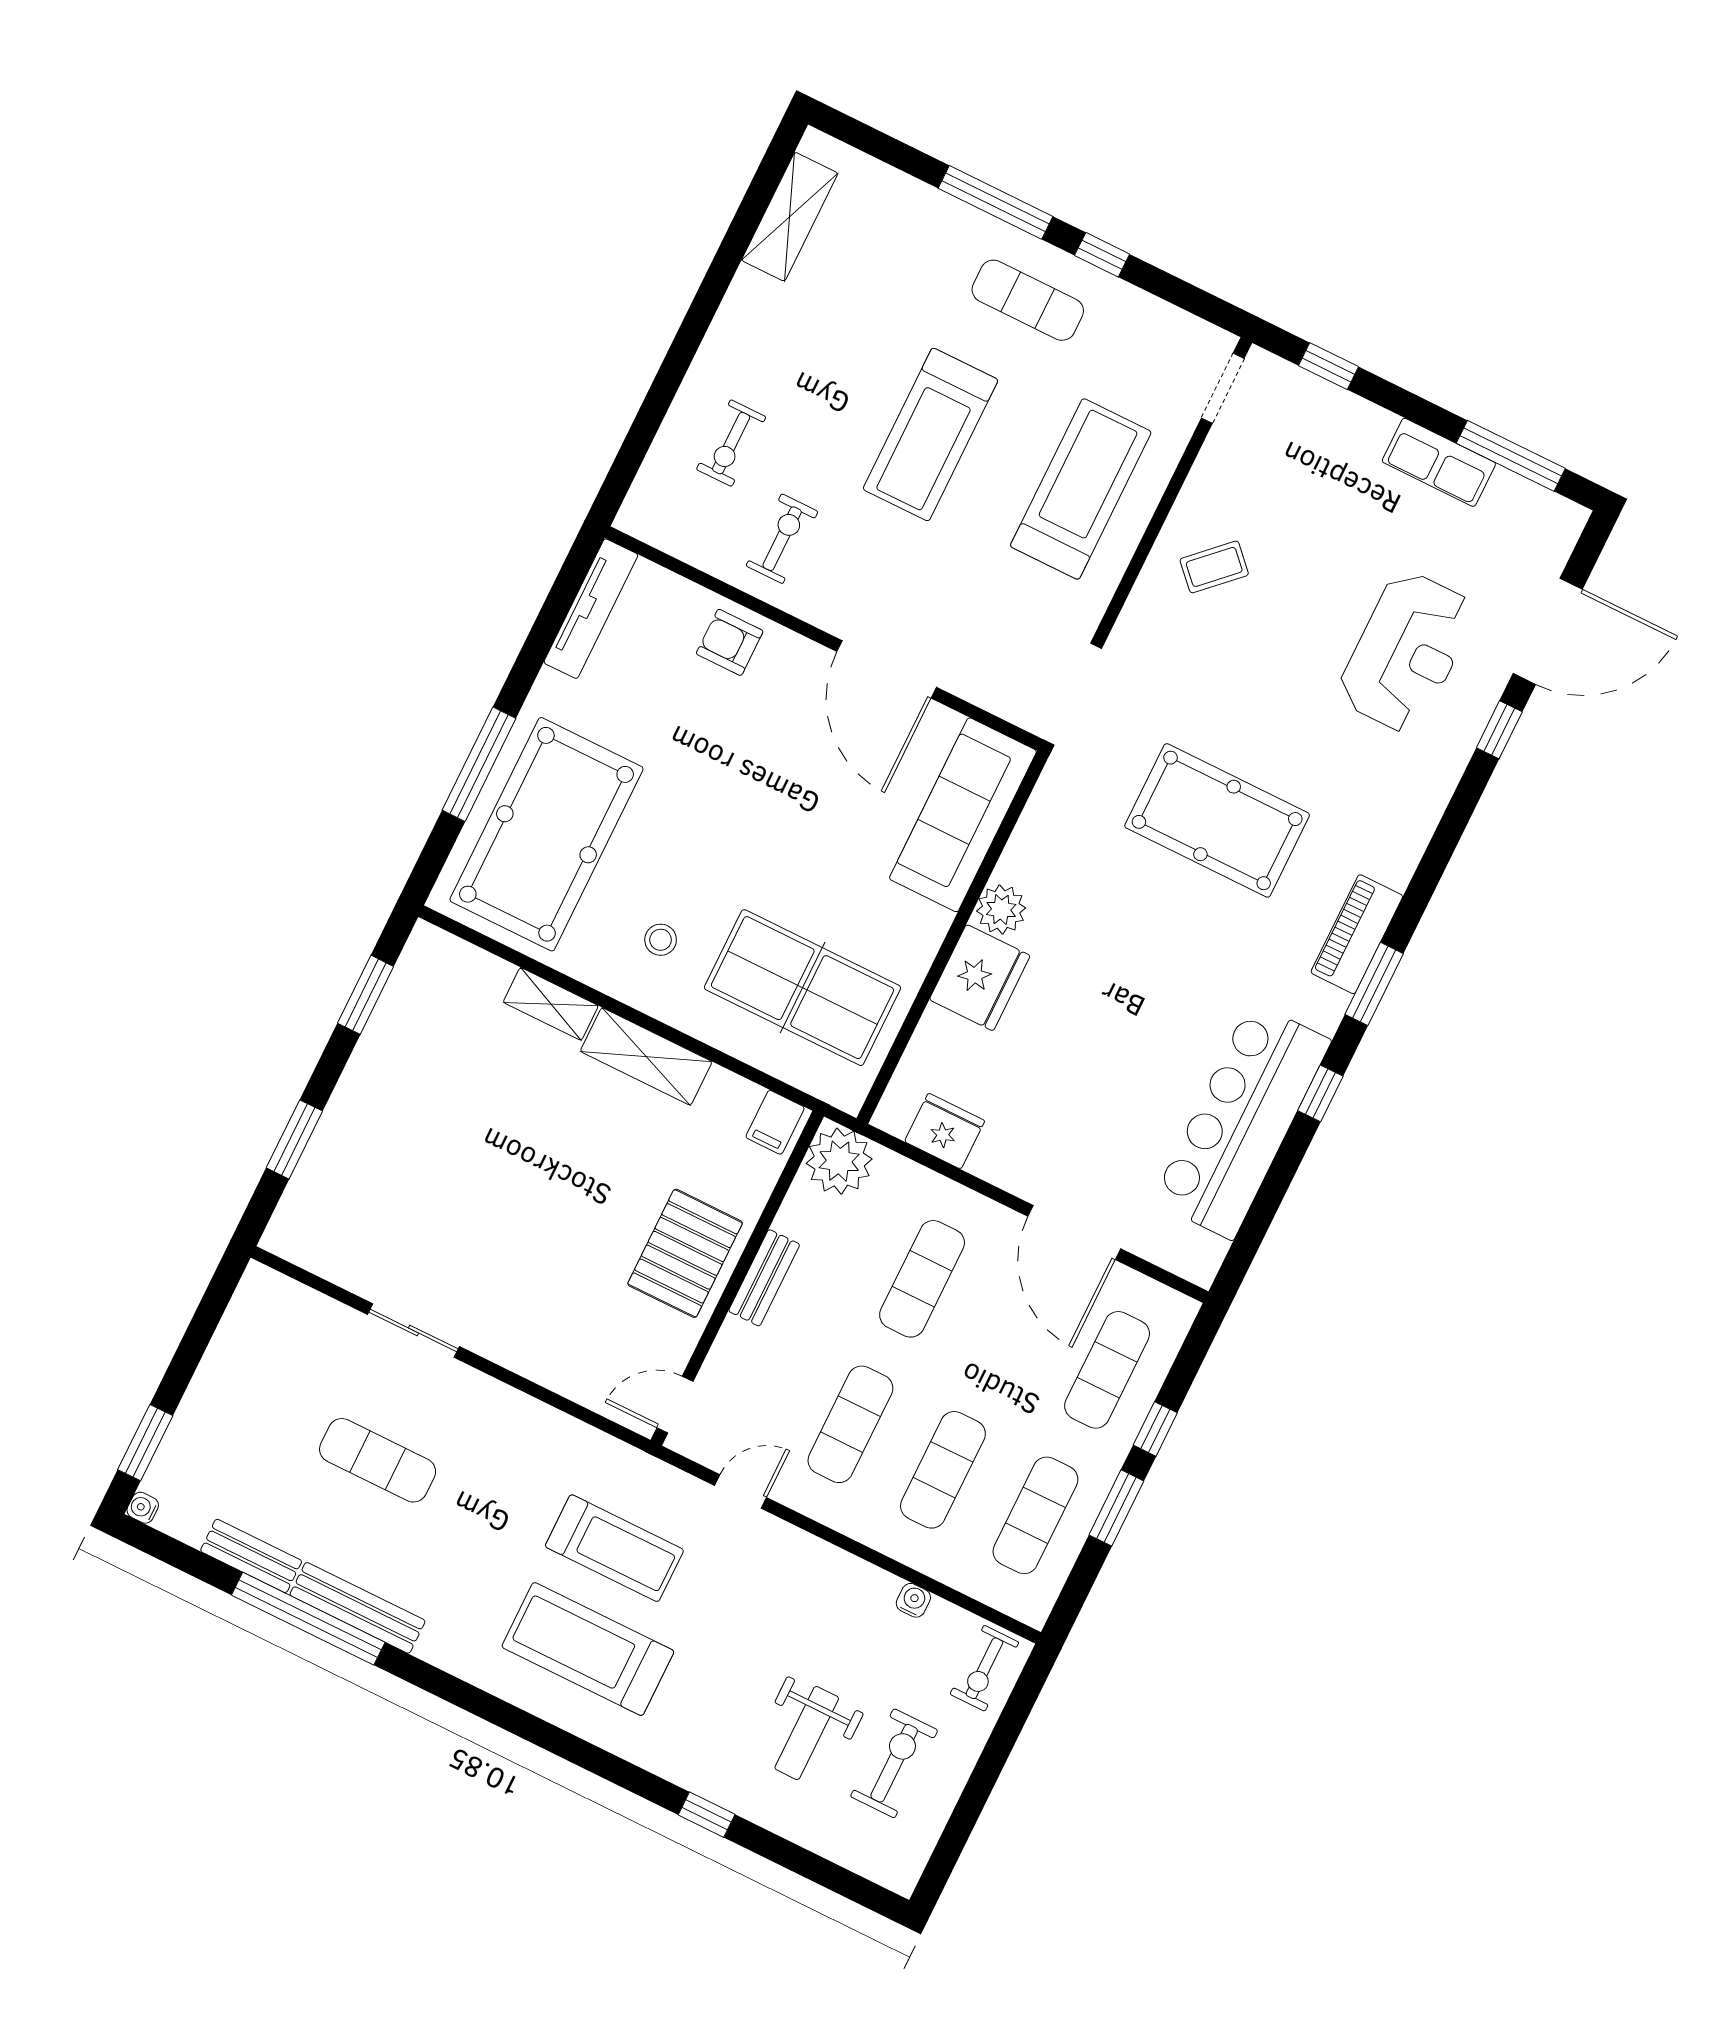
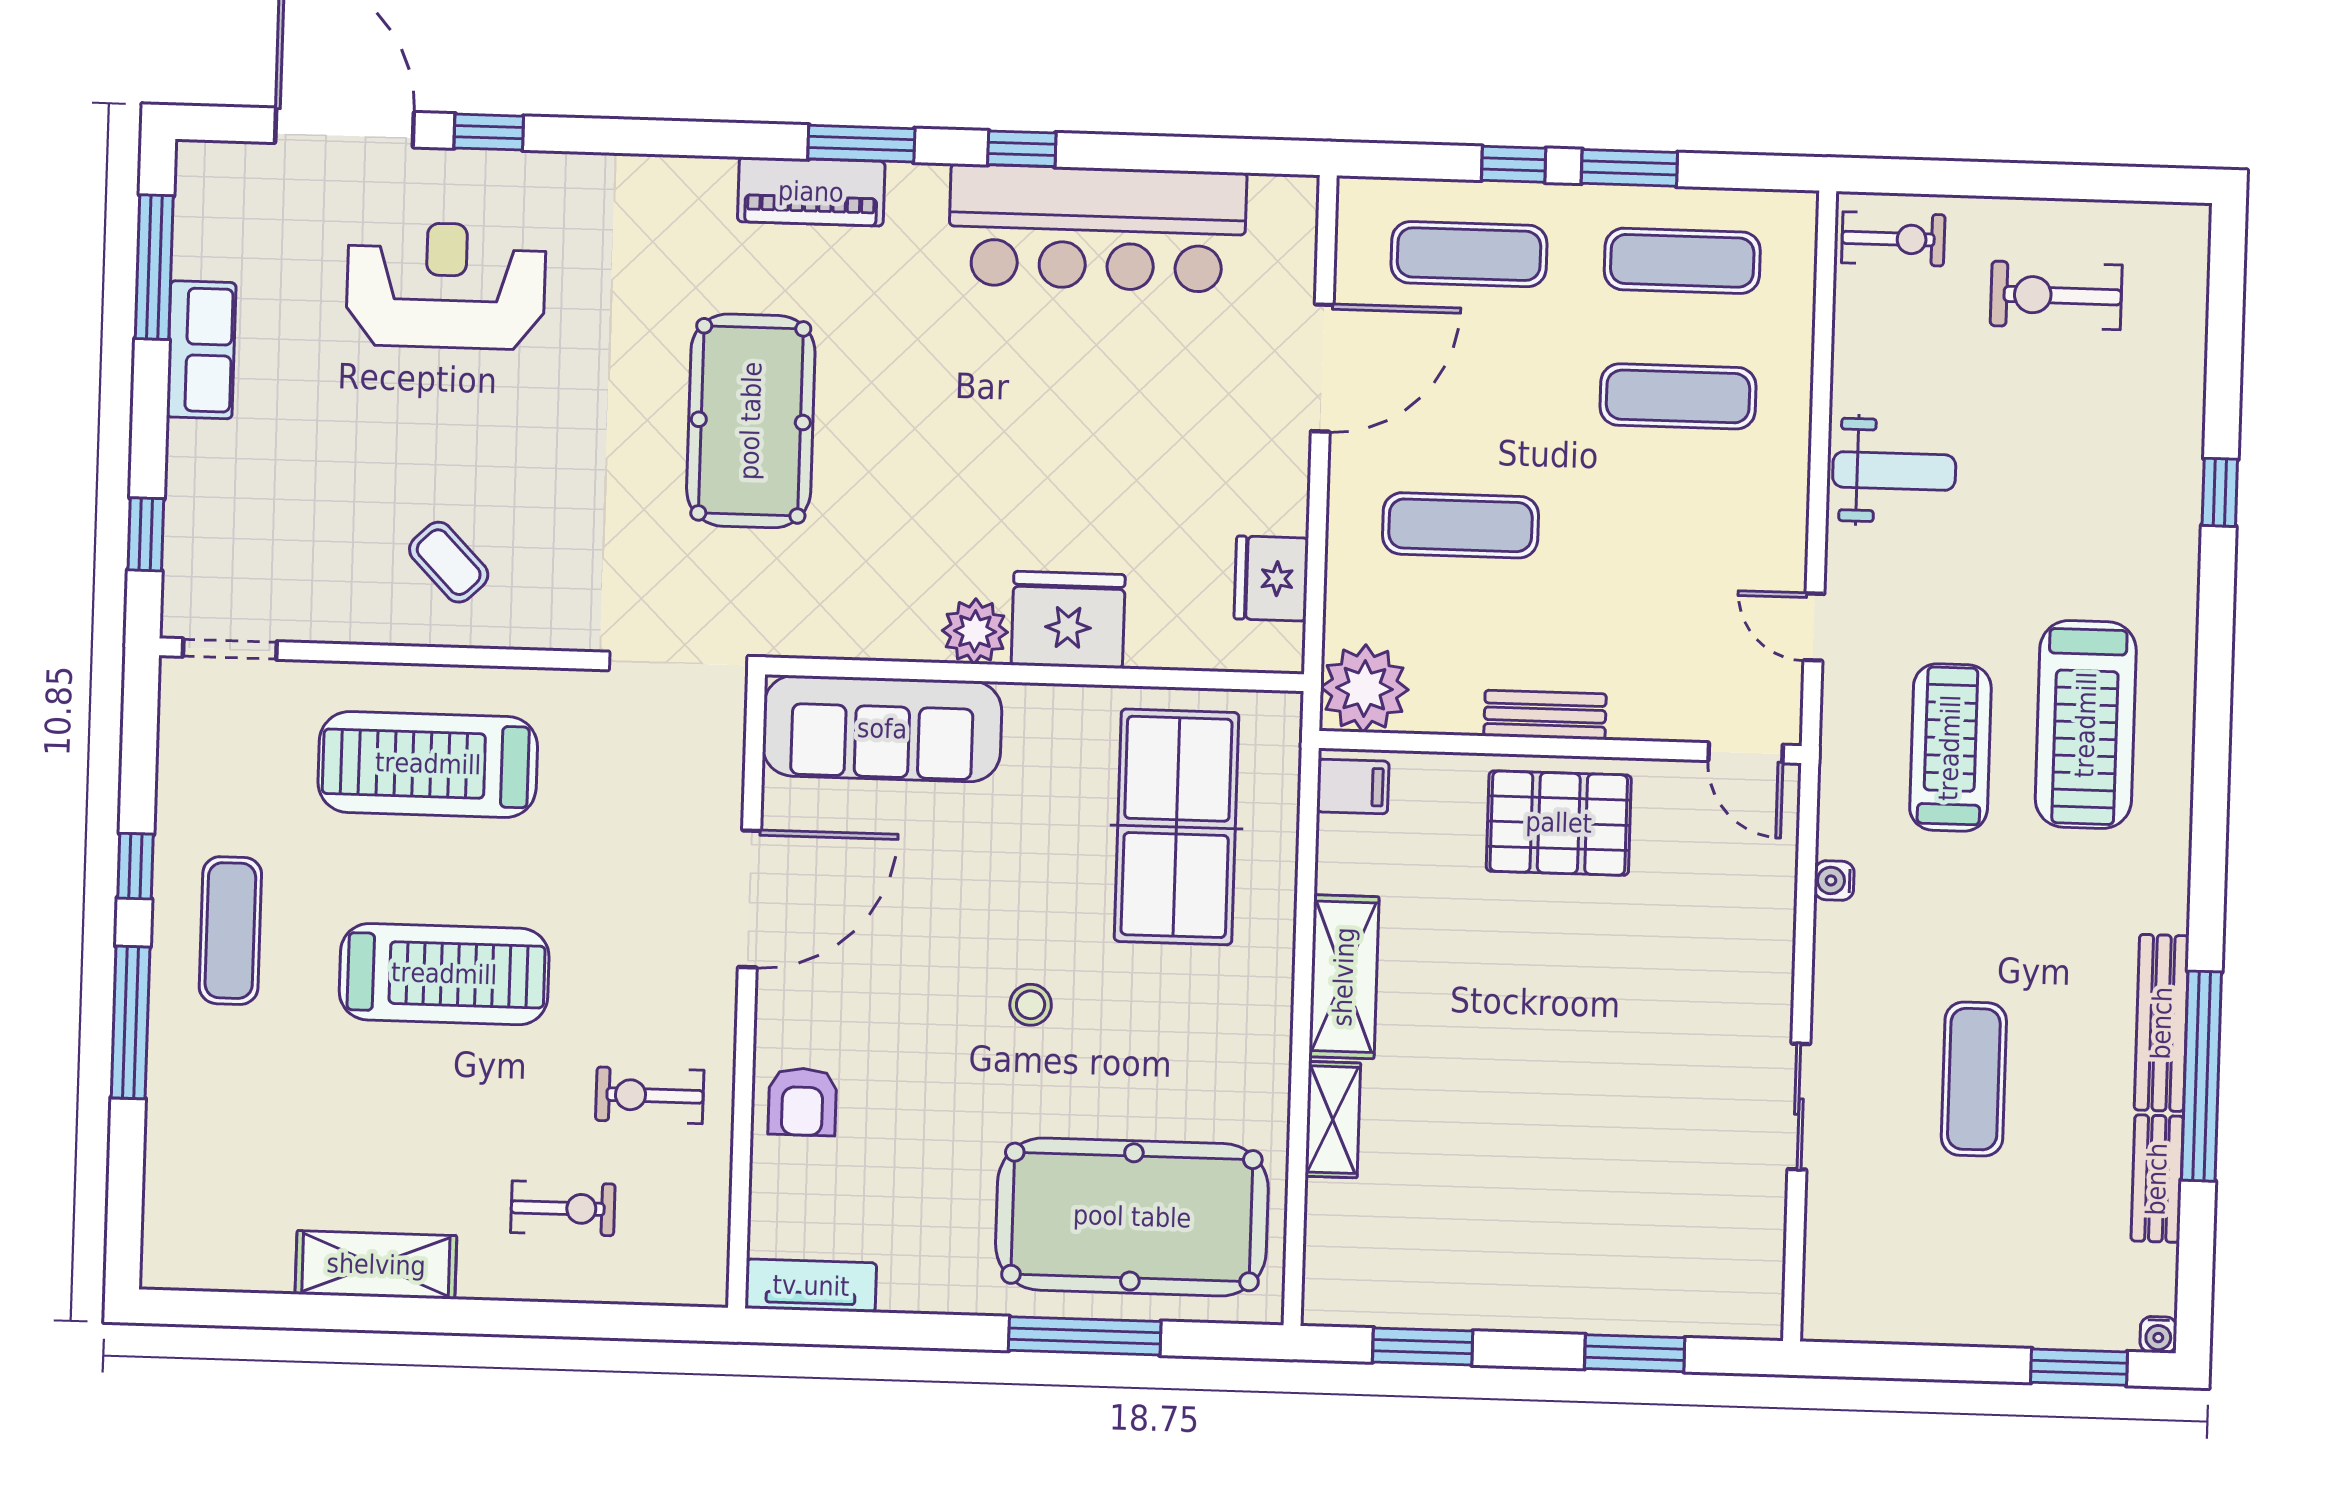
shelving: (790, 217) -> (376, 1265), moved
tv unit: (591, 609) -> (811, 1286), width x0.71
stool: (661, 940) -> (1031, 1005), moved
exercise mat: (850, 1424) -> (1674, 532), removed
water cooler: (913, 1600) -> (1834, 881), moved
weight bench: (807, 1733) -> (1894, 471), moved

